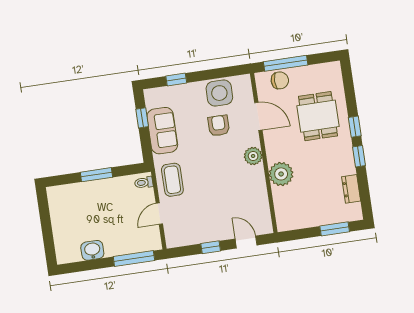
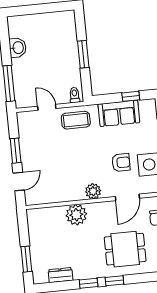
window: (211, 247) -> (16, 151), width x1.50

